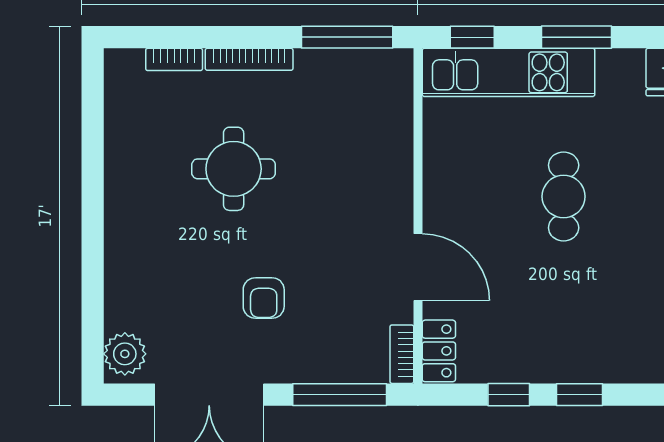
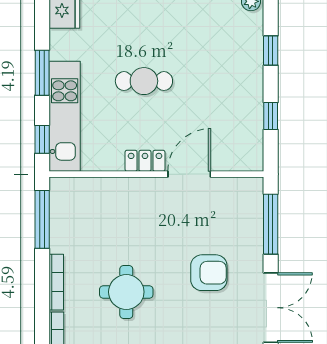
armchair: (264, 298) -> (209, 273), width x1.38, depth x1.38
locker: (439, 351) -> (145, 161), moved
bookcase: (402, 354) -> (245, 184), removed
window: (579, 395) -> (271, 50), moved

